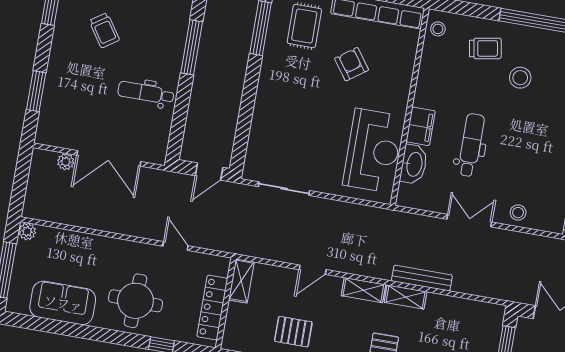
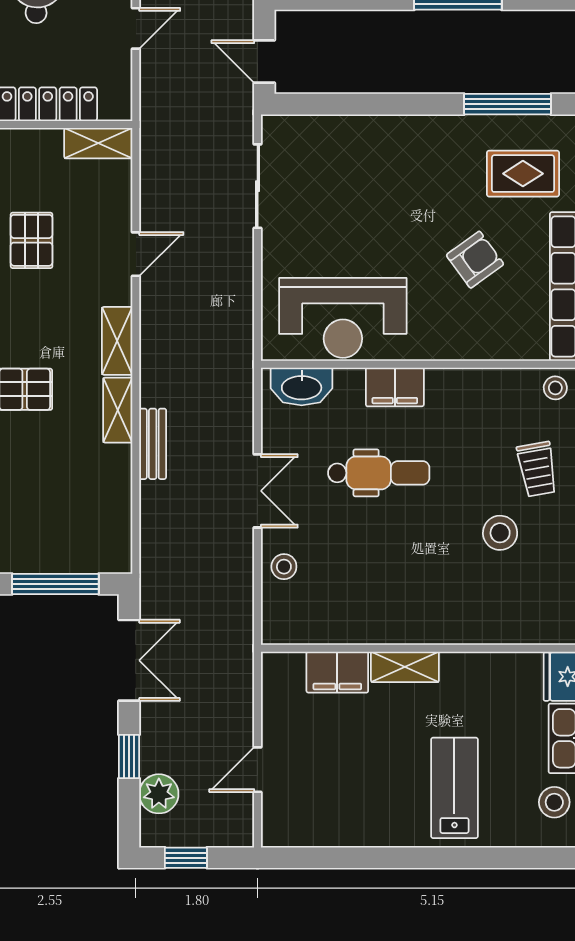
washbasin: (414, 164) -> (302, 387), moved
door: (313, 270) -> (136, 254), swing flipped
bench: (422, 278) -> (153, 444), width x0.73

